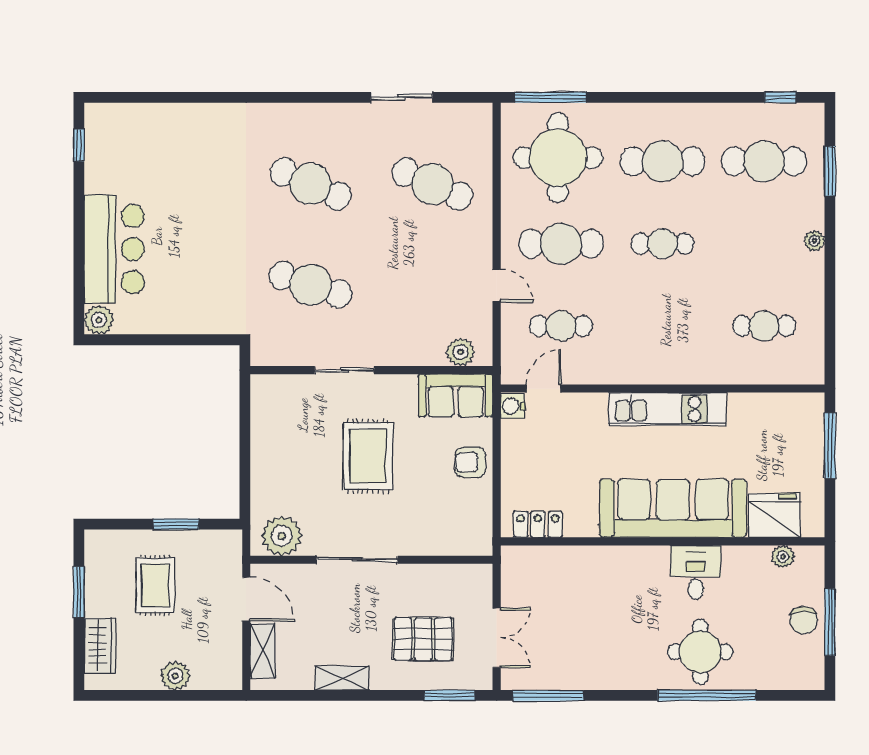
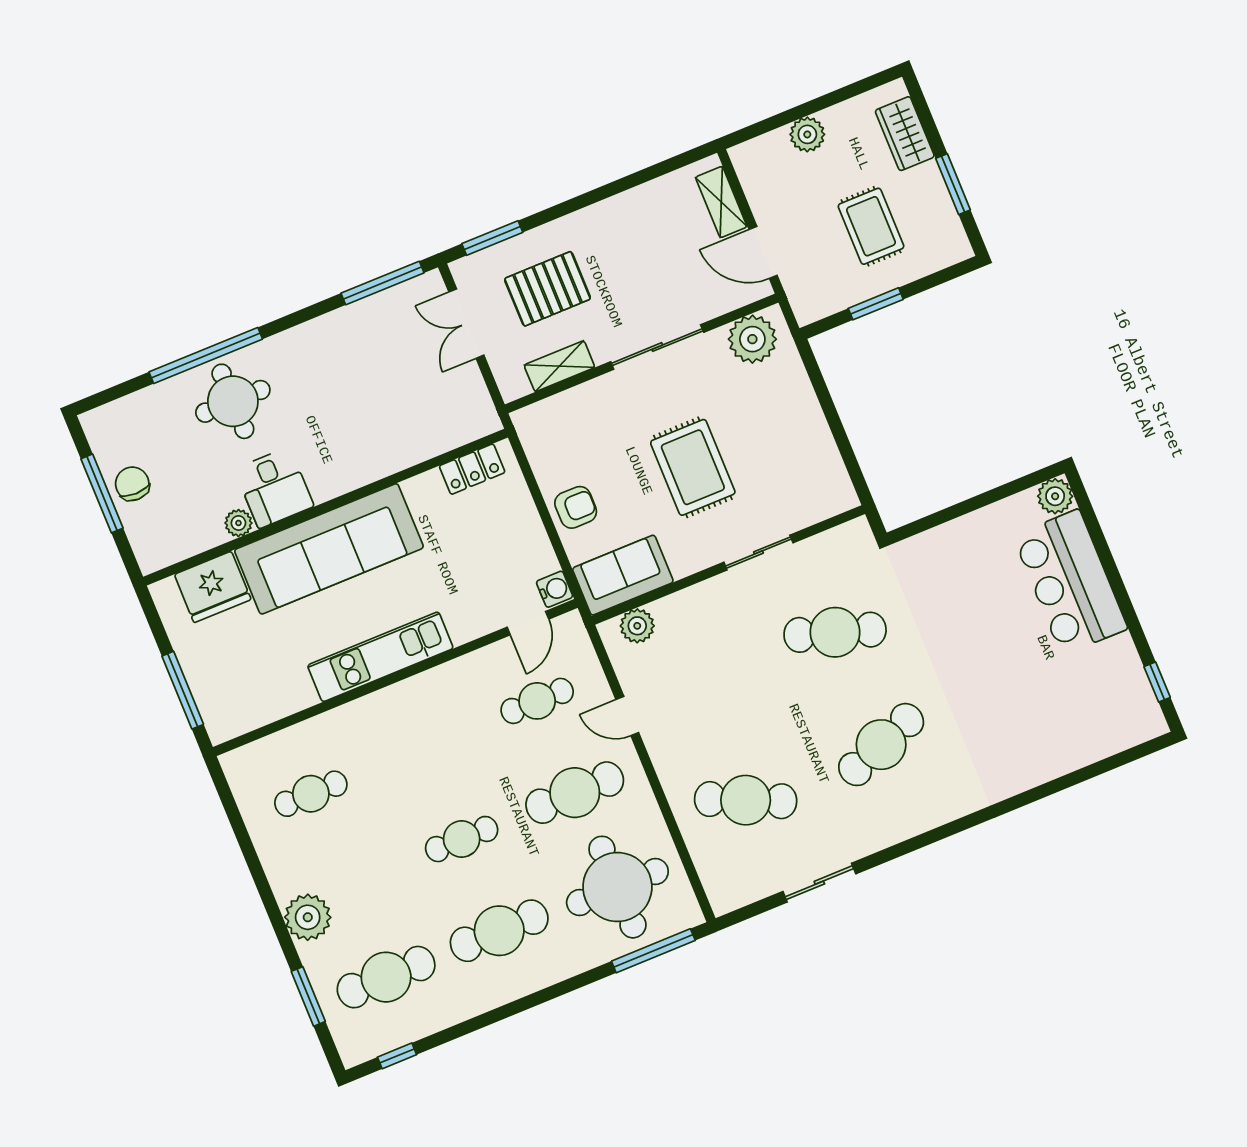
cafe table: (311, 184) -> (881, 745), turned -45
plant: (814, 241) -> (308, 917), width x1.87, depth x1.87
plant: (783, 557) -> (238, 523), moved
shelving: (342, 678) -> (559, 366), moved

